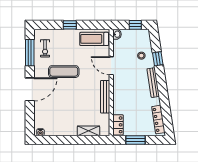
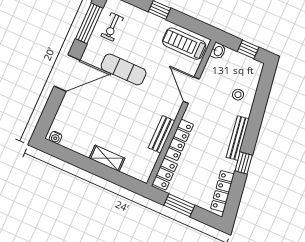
window: (158, 59) -> (244, 163), moved
bench: (105, 97) -> (162, 134), width x0.73
locker: (117, 100) -> (179, 140), added
shelving: (88, 131) -> (107, 158), moved

